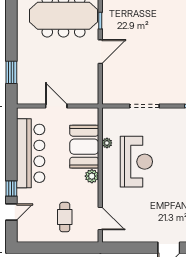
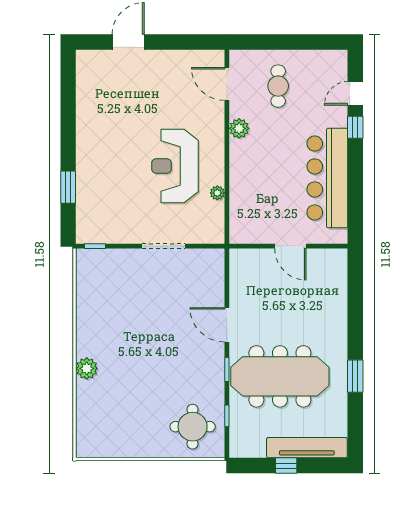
door: (100, 52) -> (227, 325), hinge flipped
window: (11, 72) -> (355, 376), moved
booth: (84, 147) -> (250, 188), removed
plant: (92, 176) -> (239, 128), moved

